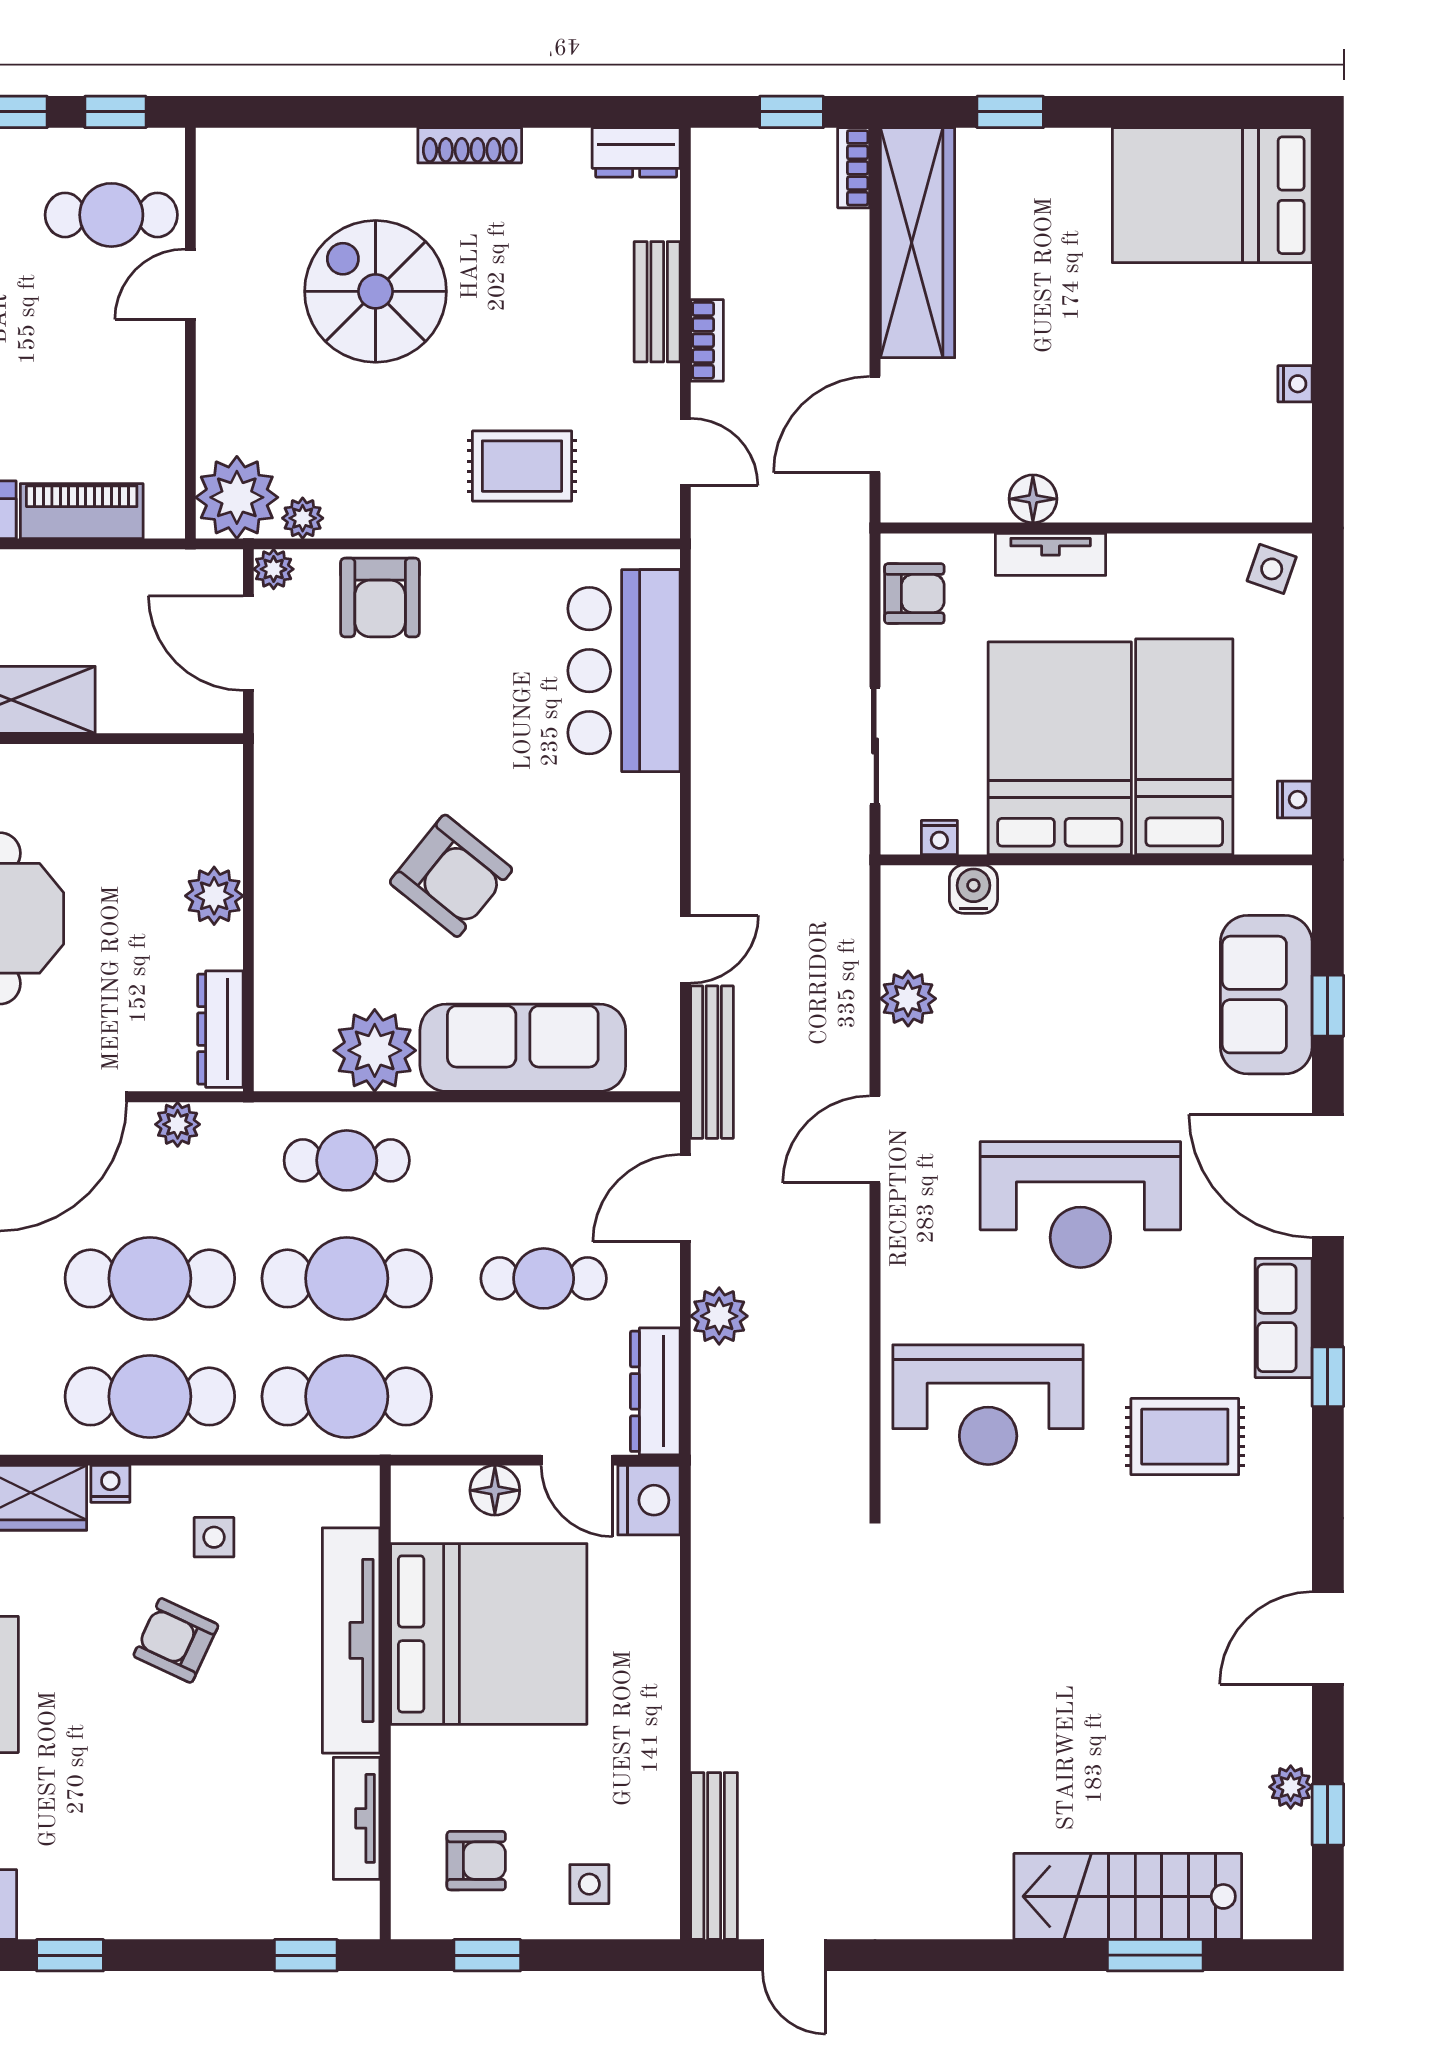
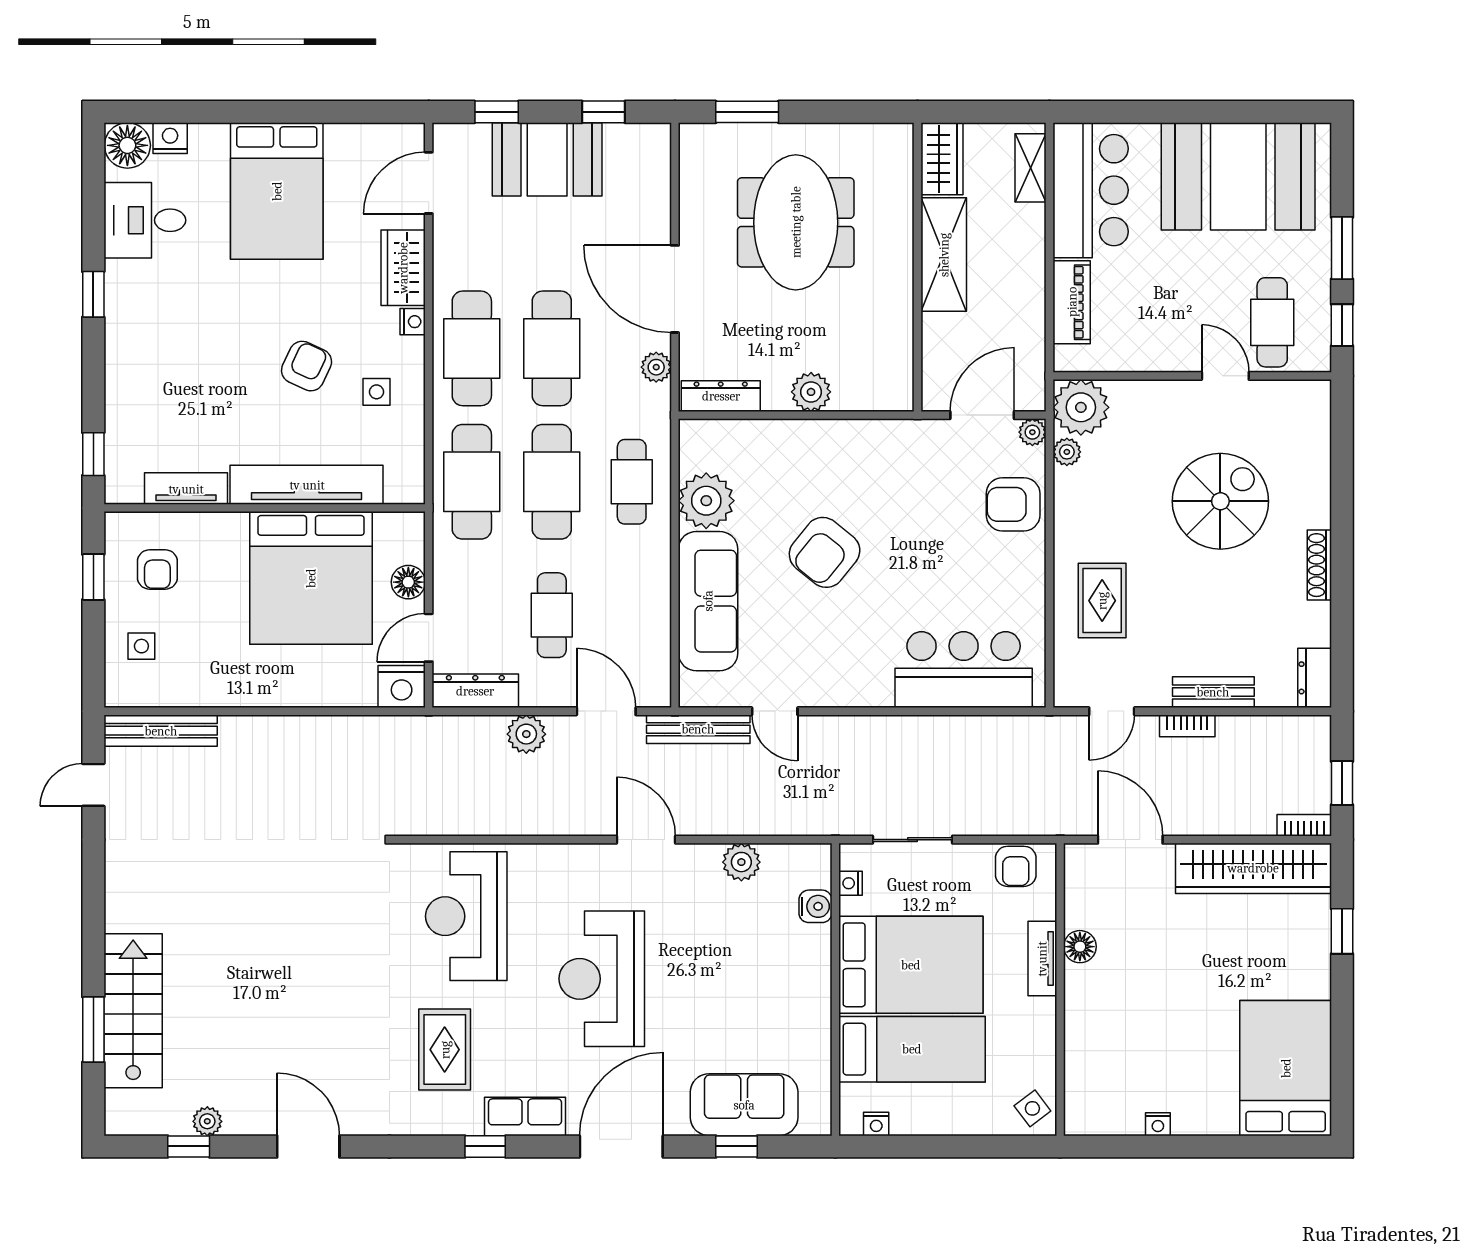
side table: (1272, 569) -> (1032, 1108), turned 34

